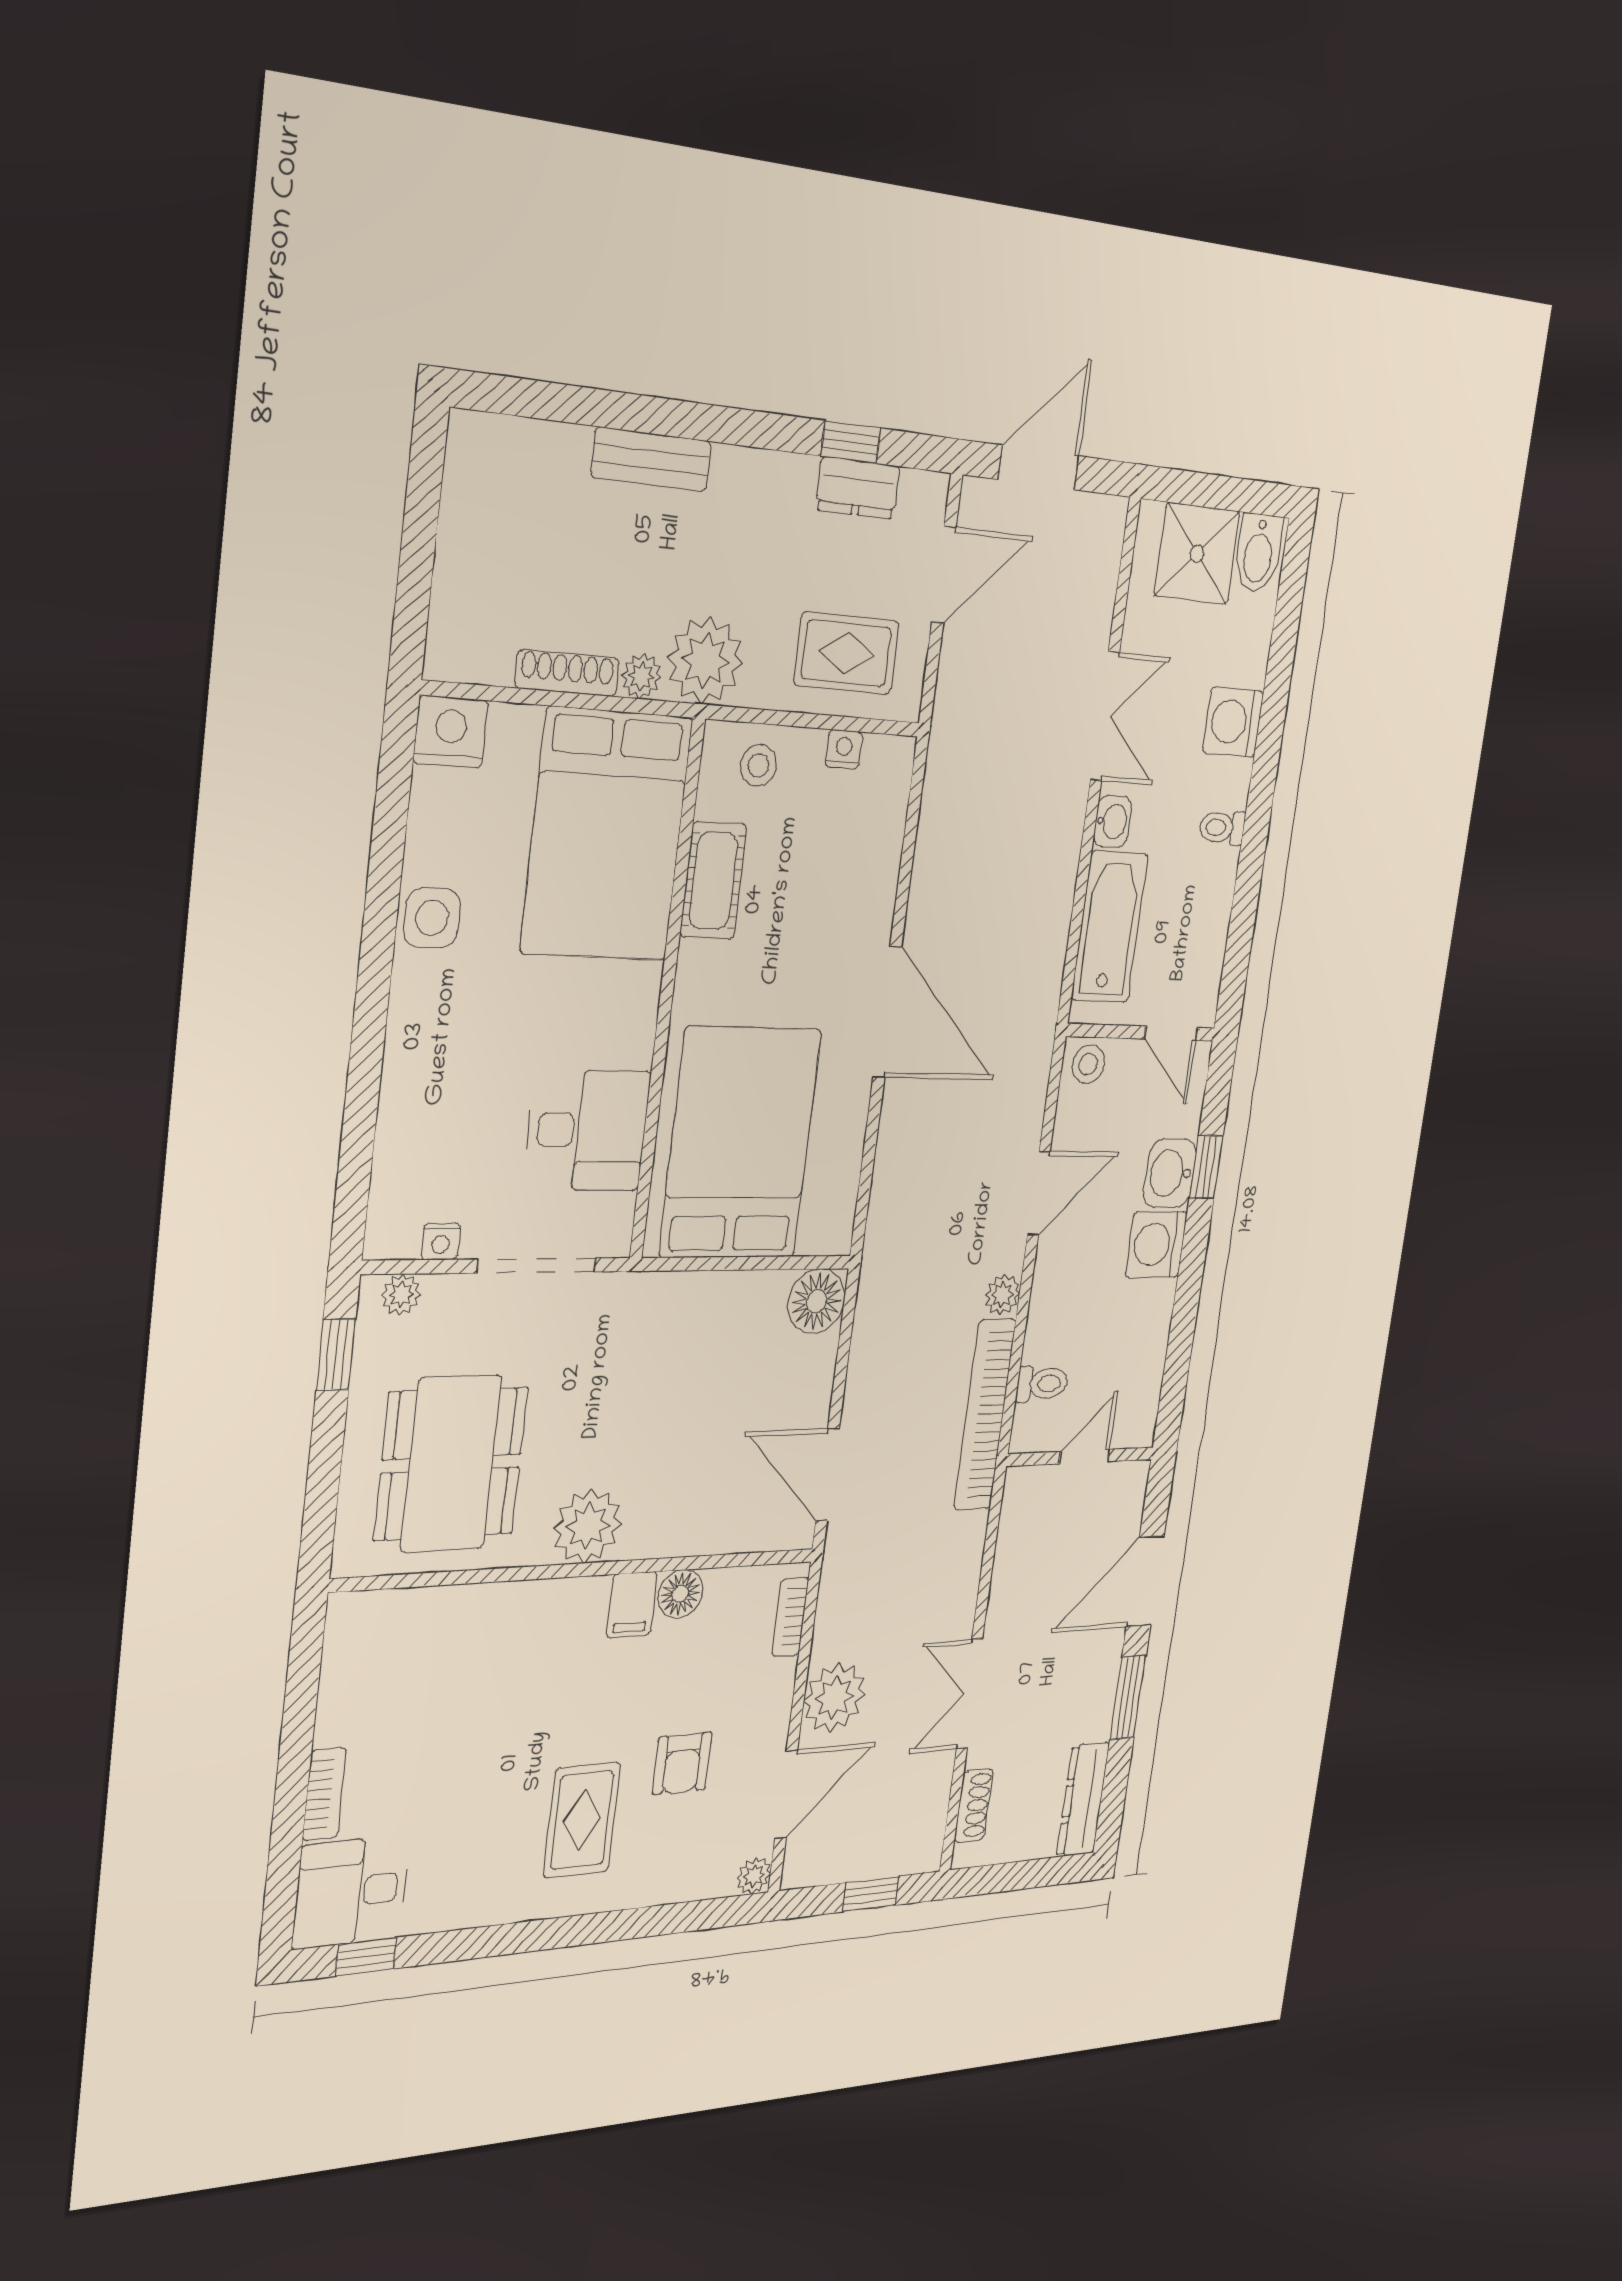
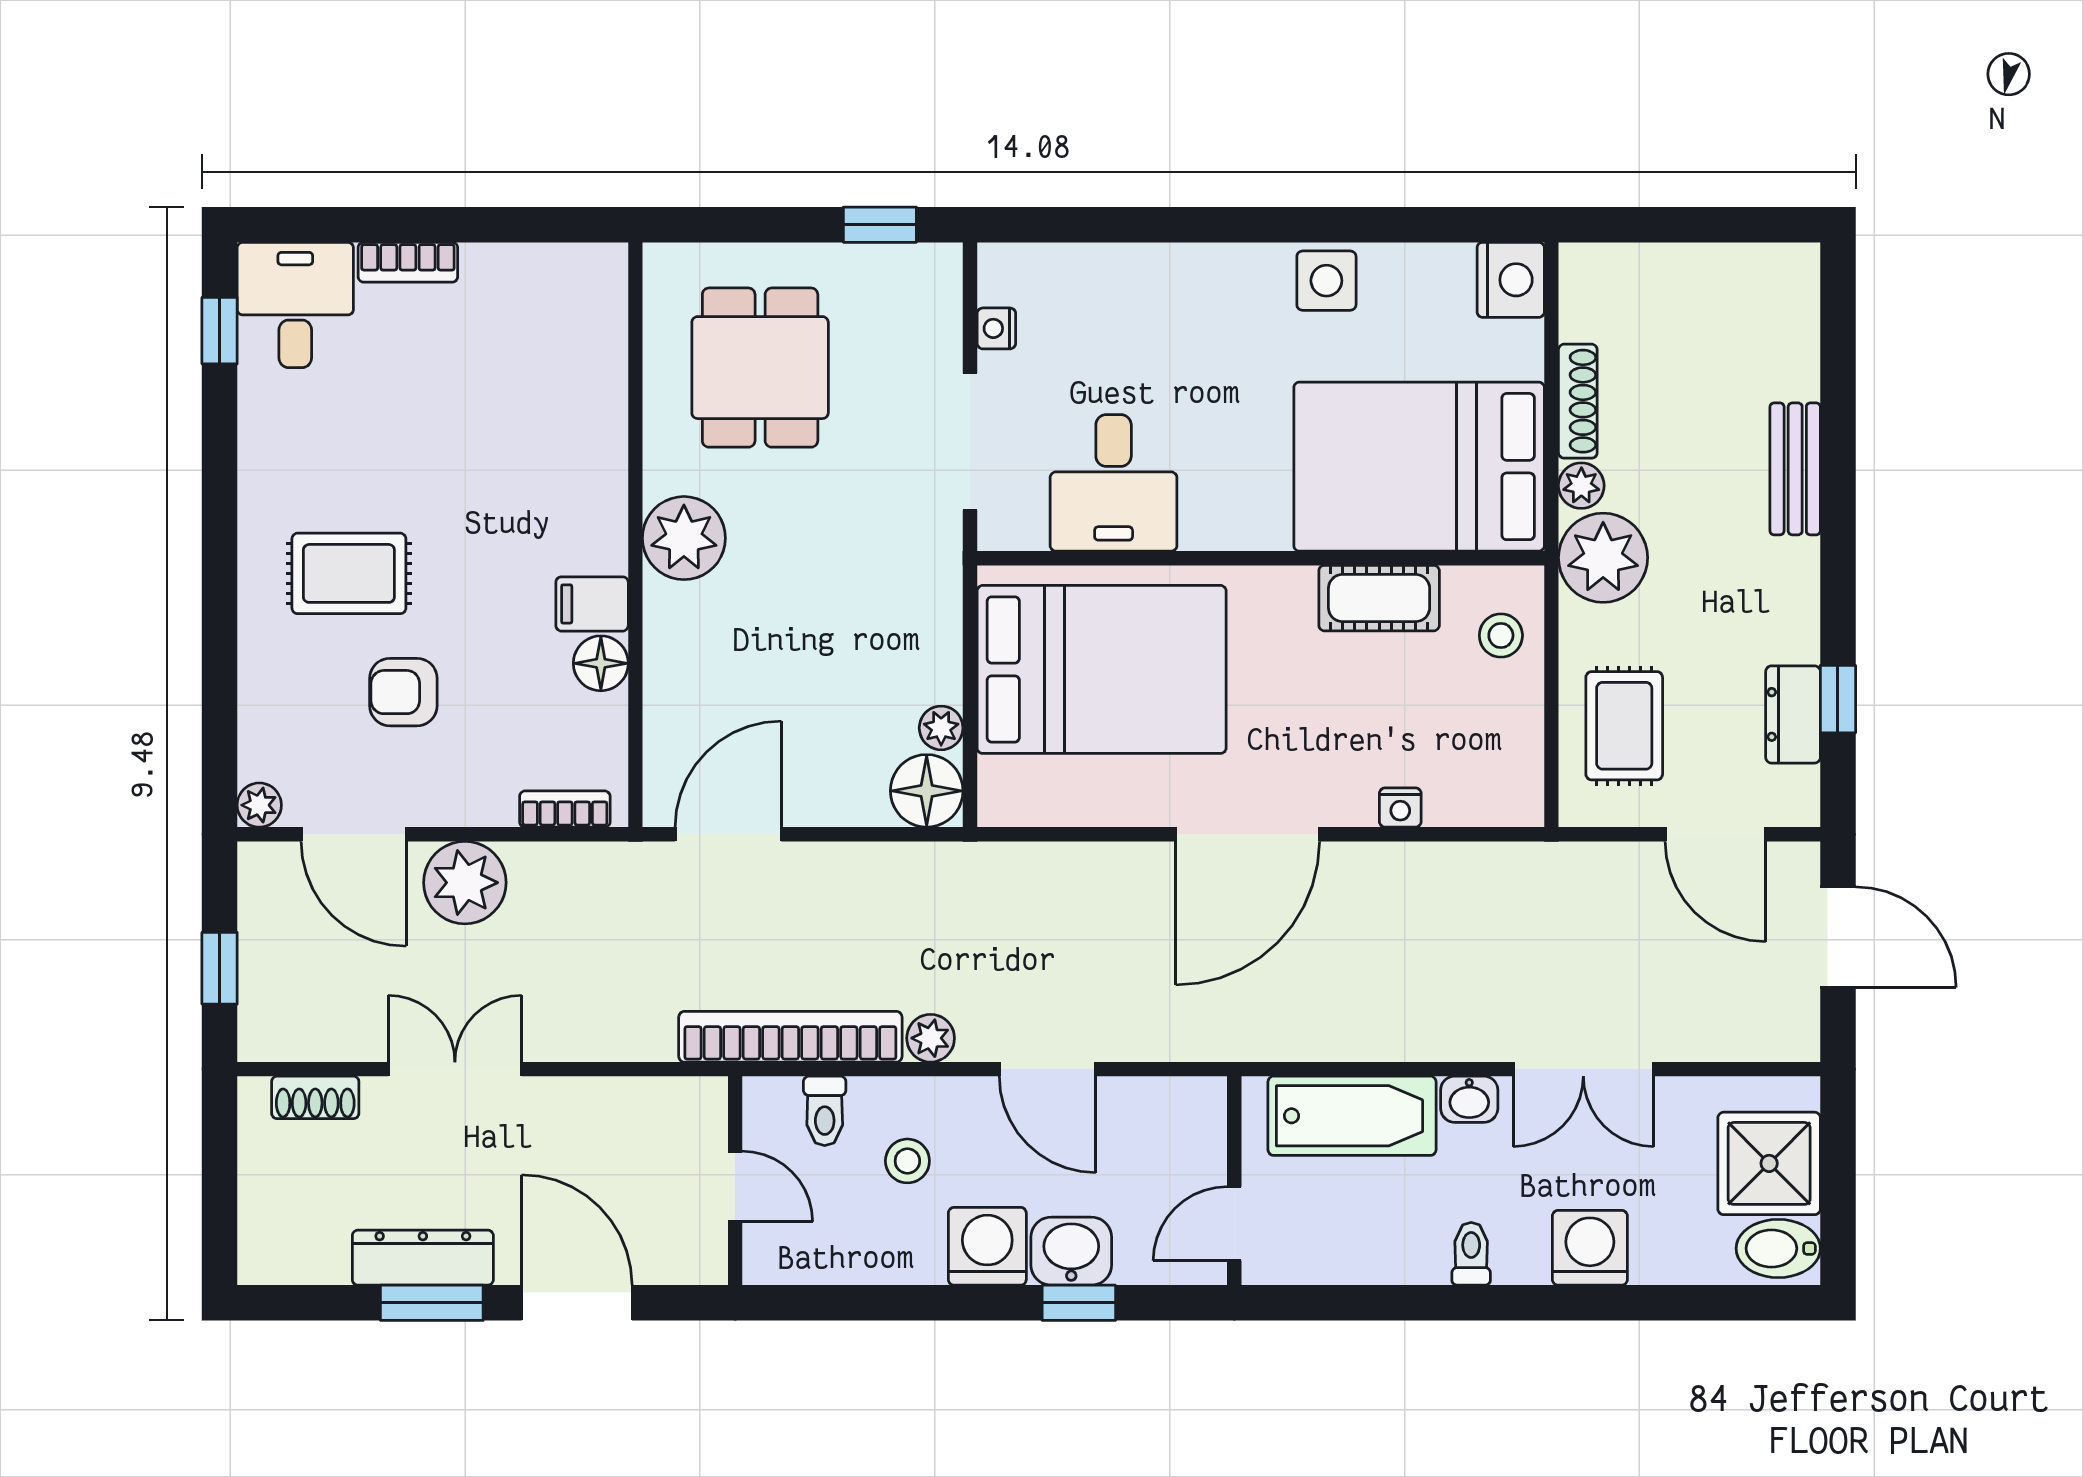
nightstand: (844, 749) -> (1400, 807), moved, turned 90
stool: (1088, 1064) -> (907, 1161), moved
plant: (401, 1295) -> (941, 728), moved
dining table: (451, 1464) -> (760, 368), width x0.73
dresser: (1083, 1799) -> (423, 1258), moved

